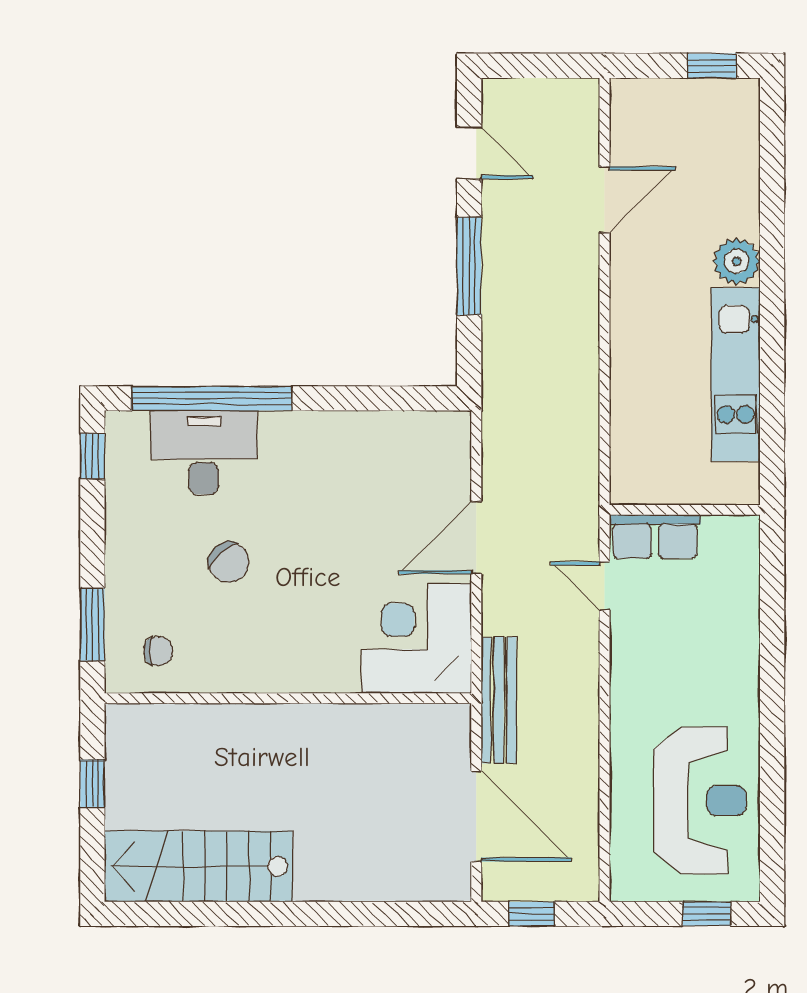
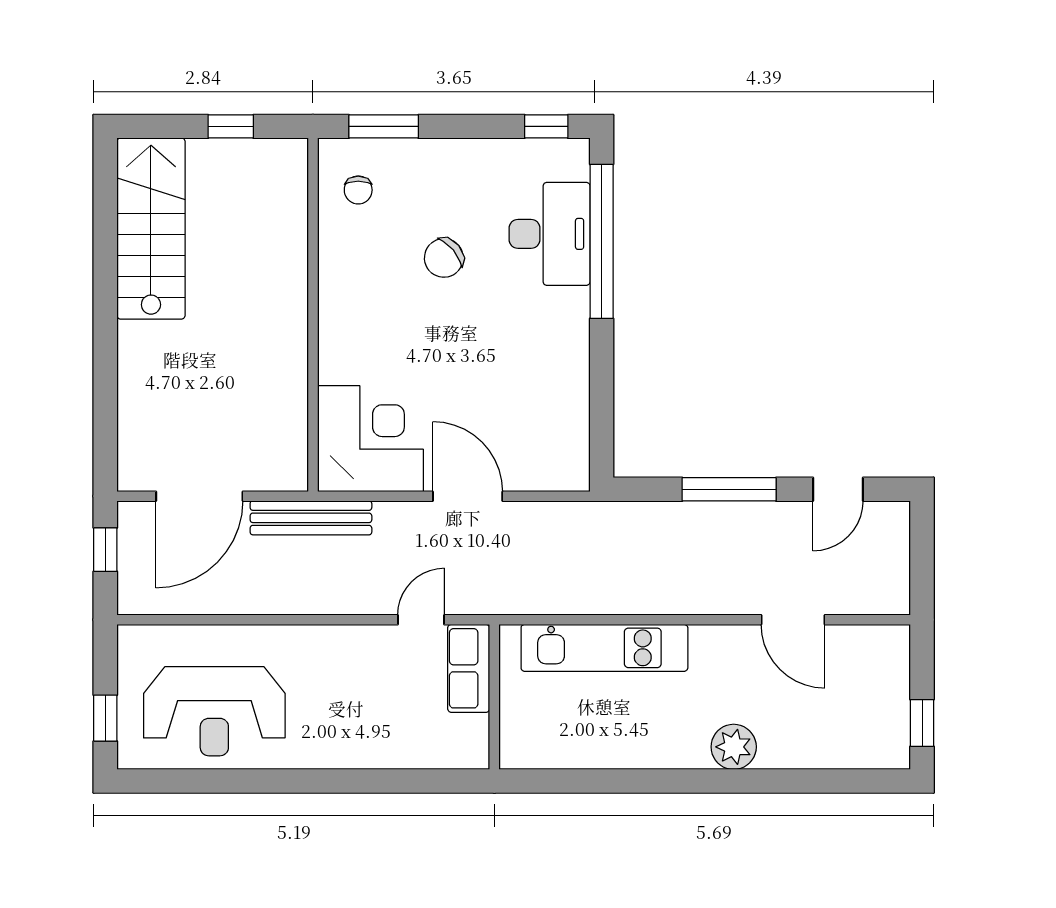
kitchen unit: (736, 375) -> (604, 648), moved, turned 180

